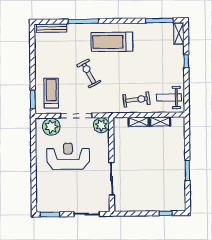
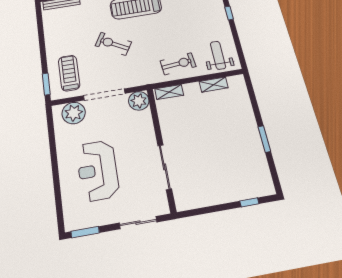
exercise bike: (89, 73) -> (113, 44), turned -32
weight bench: (169, 98) -> (218, 55), turned 90
shelving: (139, 122) -> (169, 92), moved
reception desk: (68, 156) -> (98, 170), moved, turned -90

